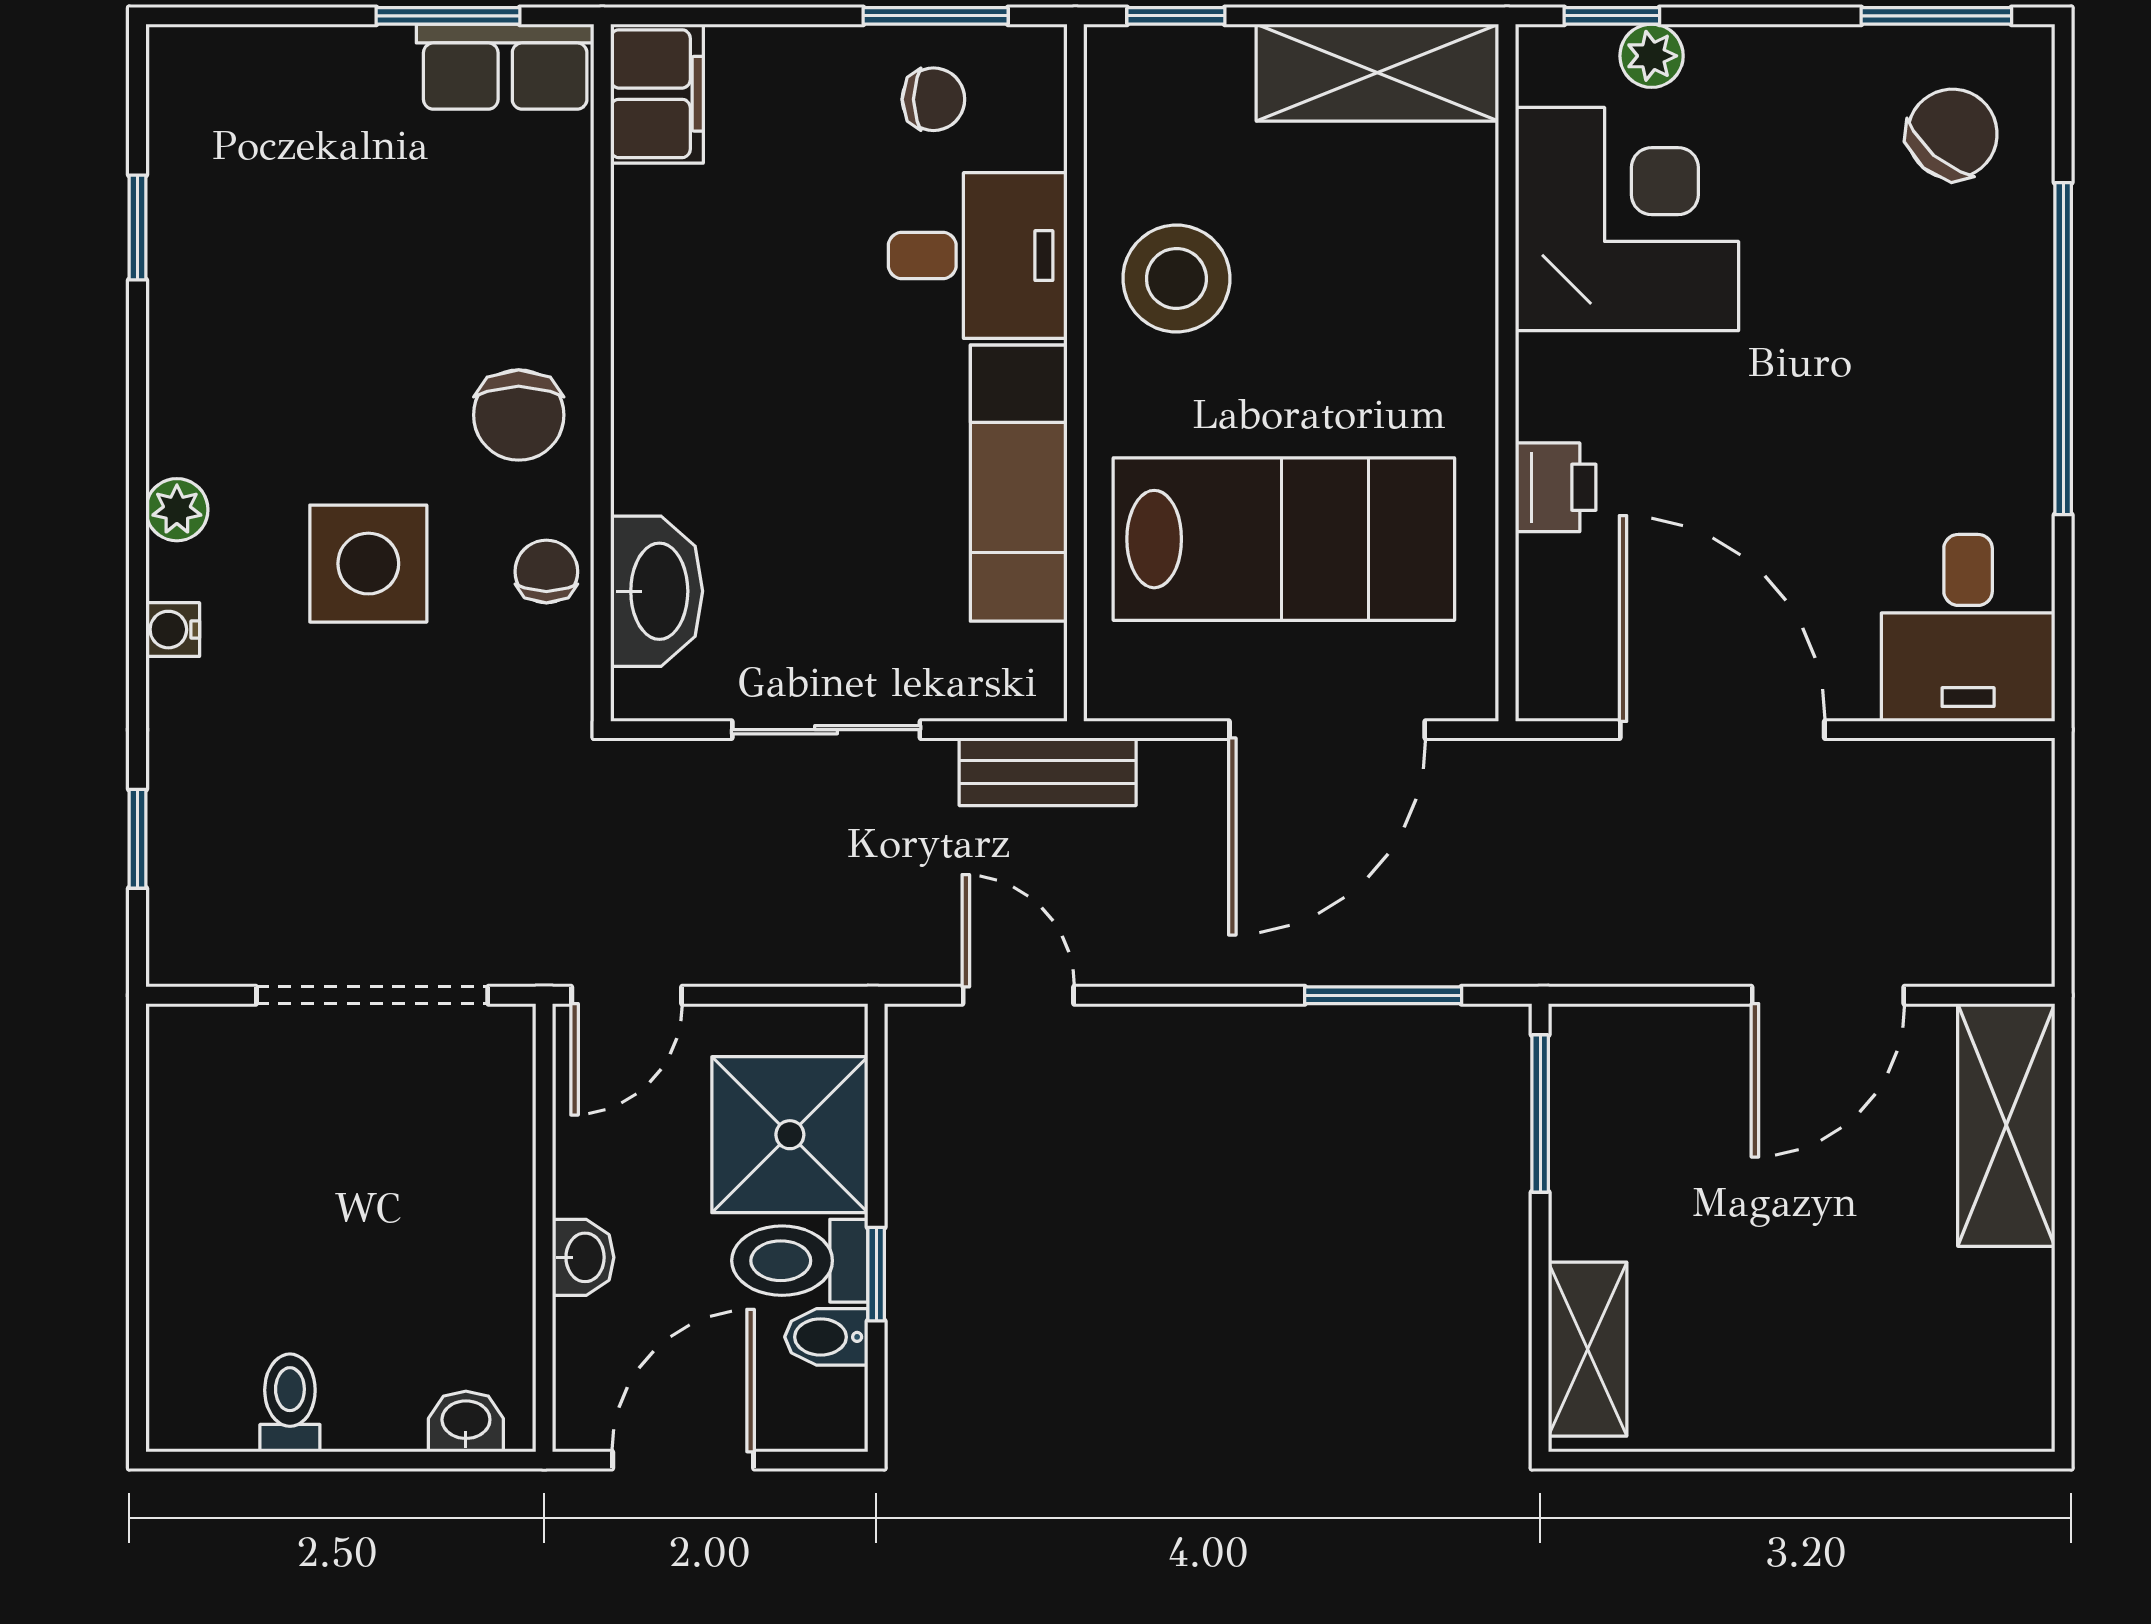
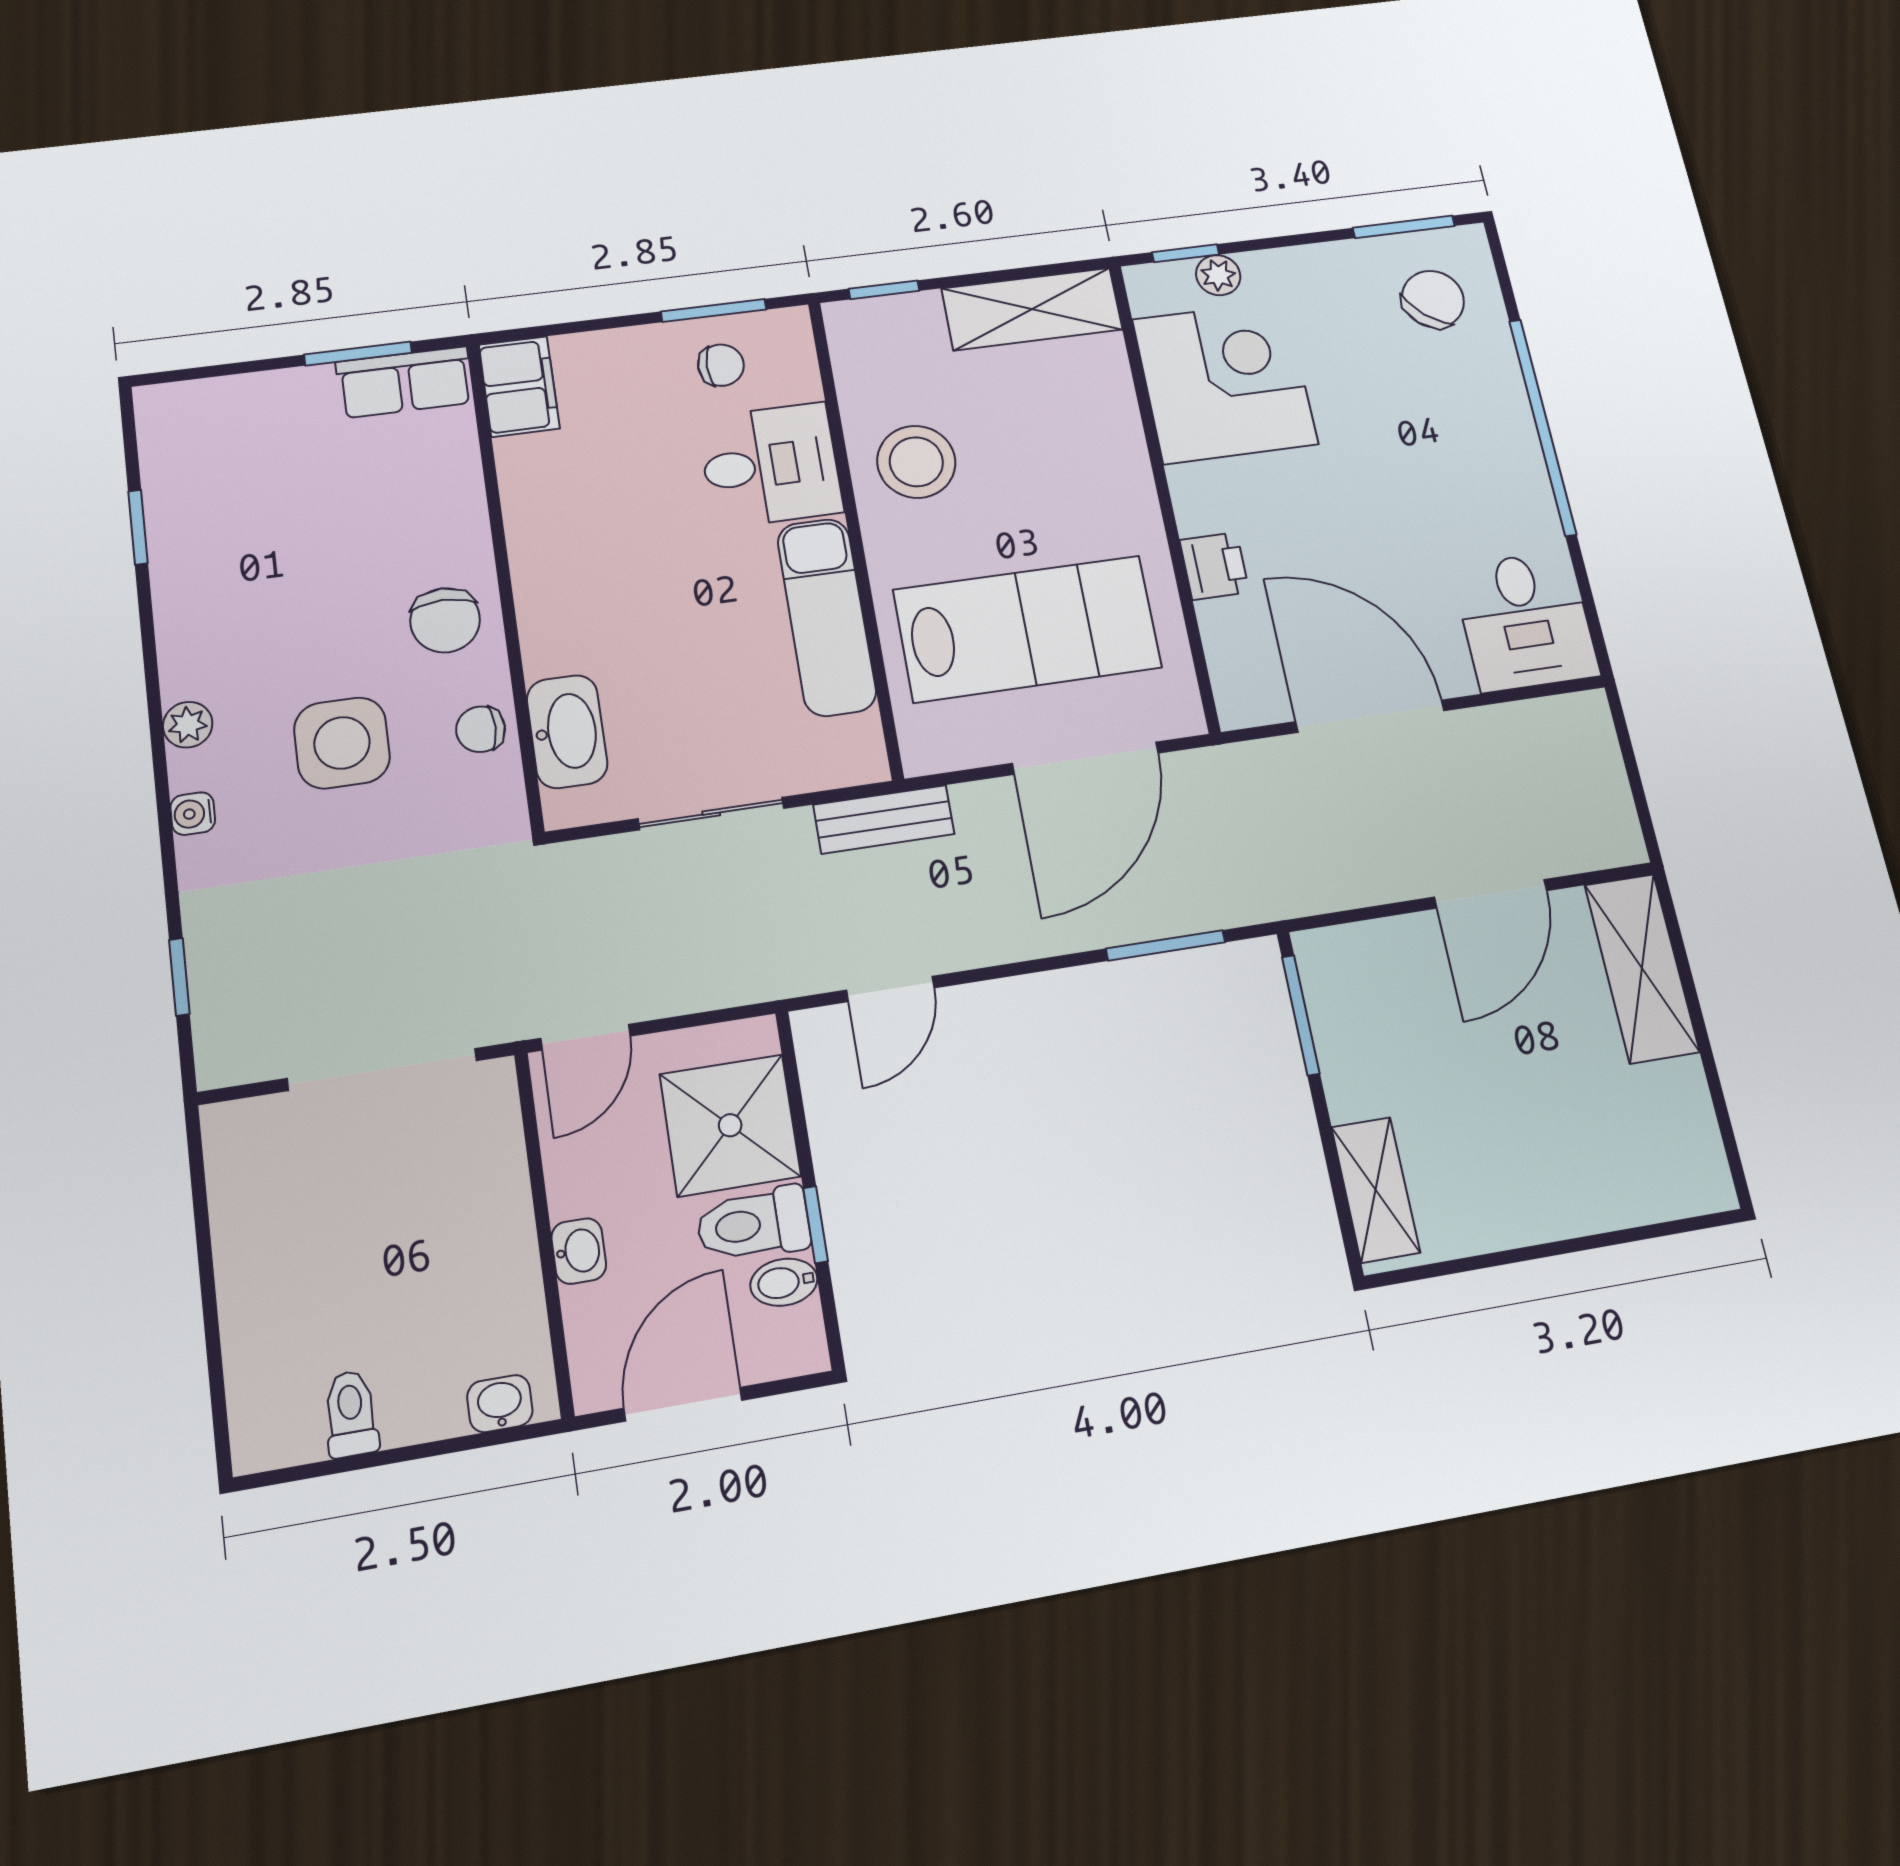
chair: (546, 572) -> (481, 729), turned -90
door: (1018, 995) -> (890, 989), swing flipped

